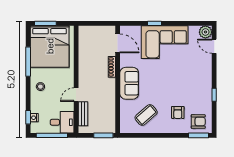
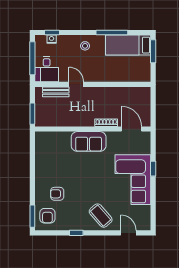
plant: (205, 32) -> (144, 224), removed
door: (118, 43) -> (131, 129), swing flipped
bed: (50, 46) -> (128, 45), width x0.49
door: (214, 46) -> (128, 233), hinge flipped
coffee table: (146, 115) -> (101, 216), moved

